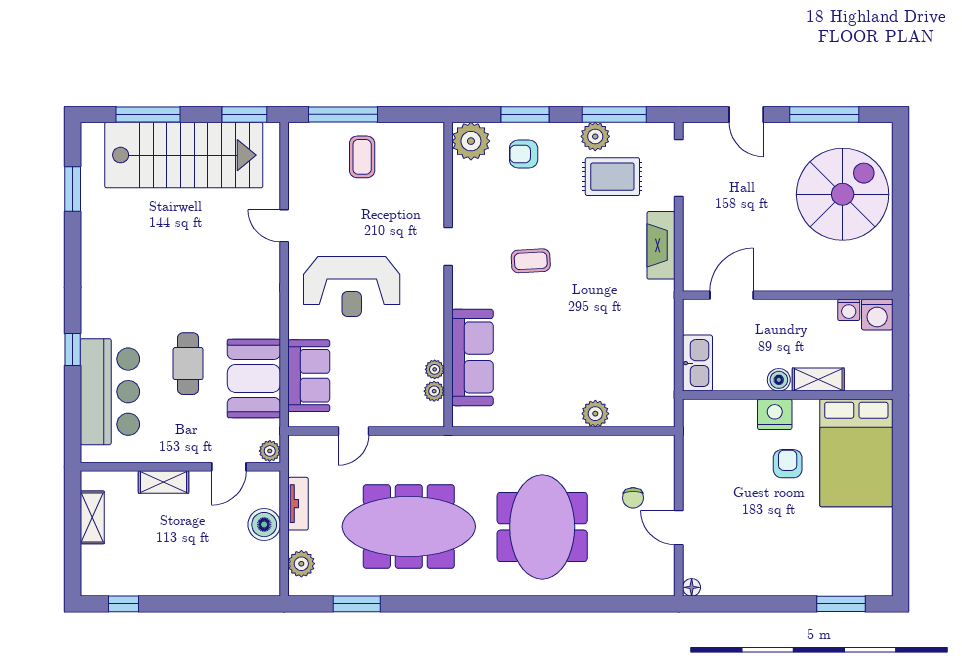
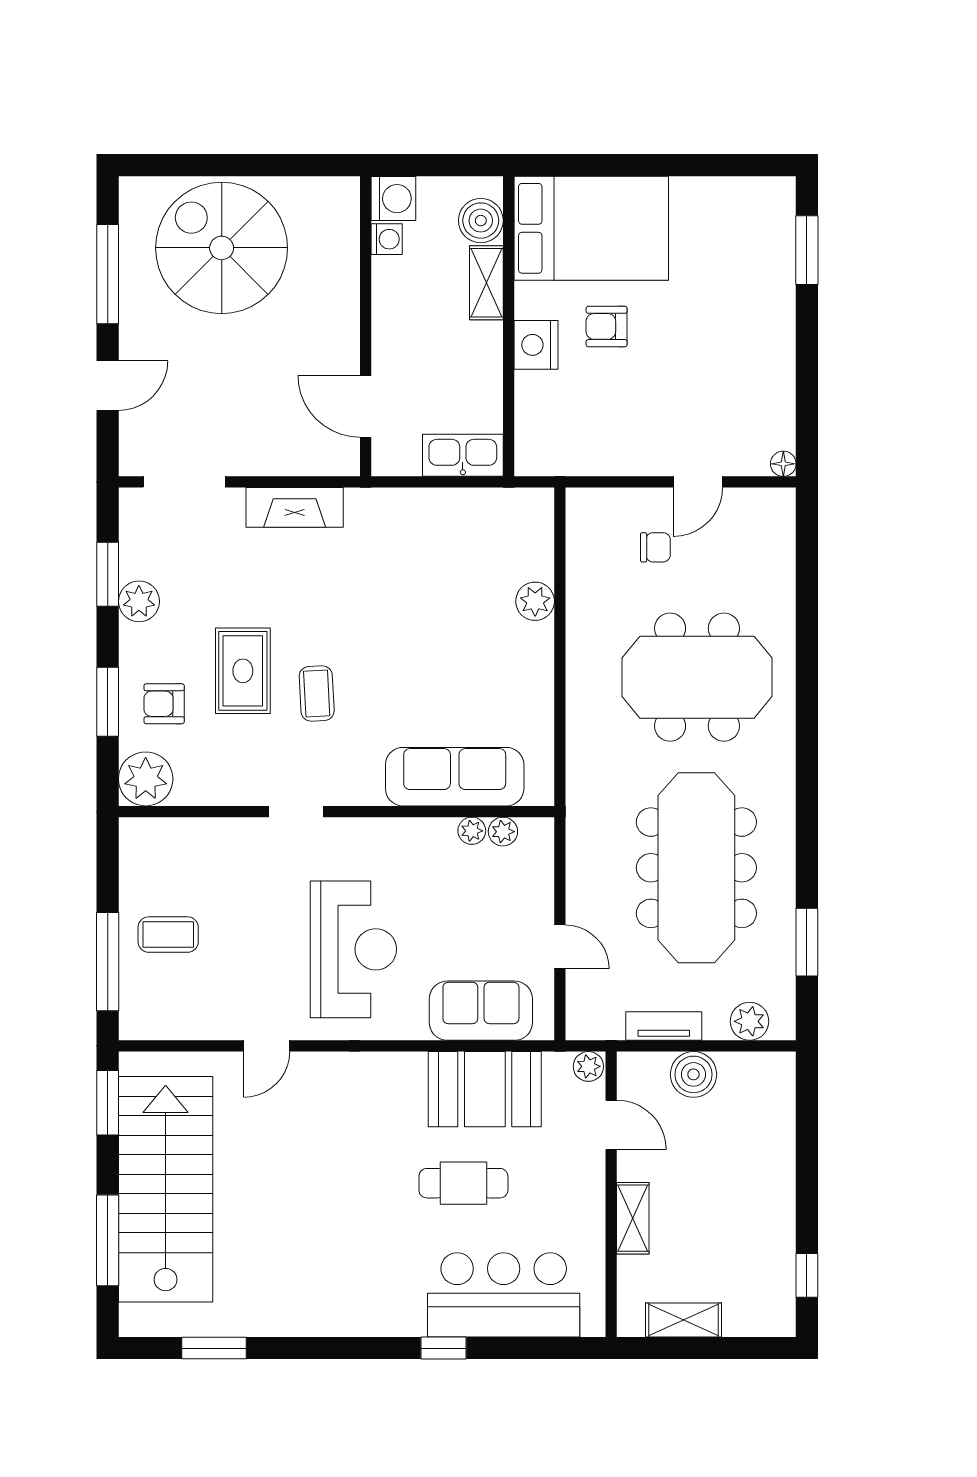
window: (614, 114) -> (108, 574), width x0.69
armchair: (524, 154) -> (164, 704), turned 90
rug: (612, 177) -> (243, 671), moved
boiler: (779, 380) -> (481, 221), moved, width x1.36, depth x1.36

